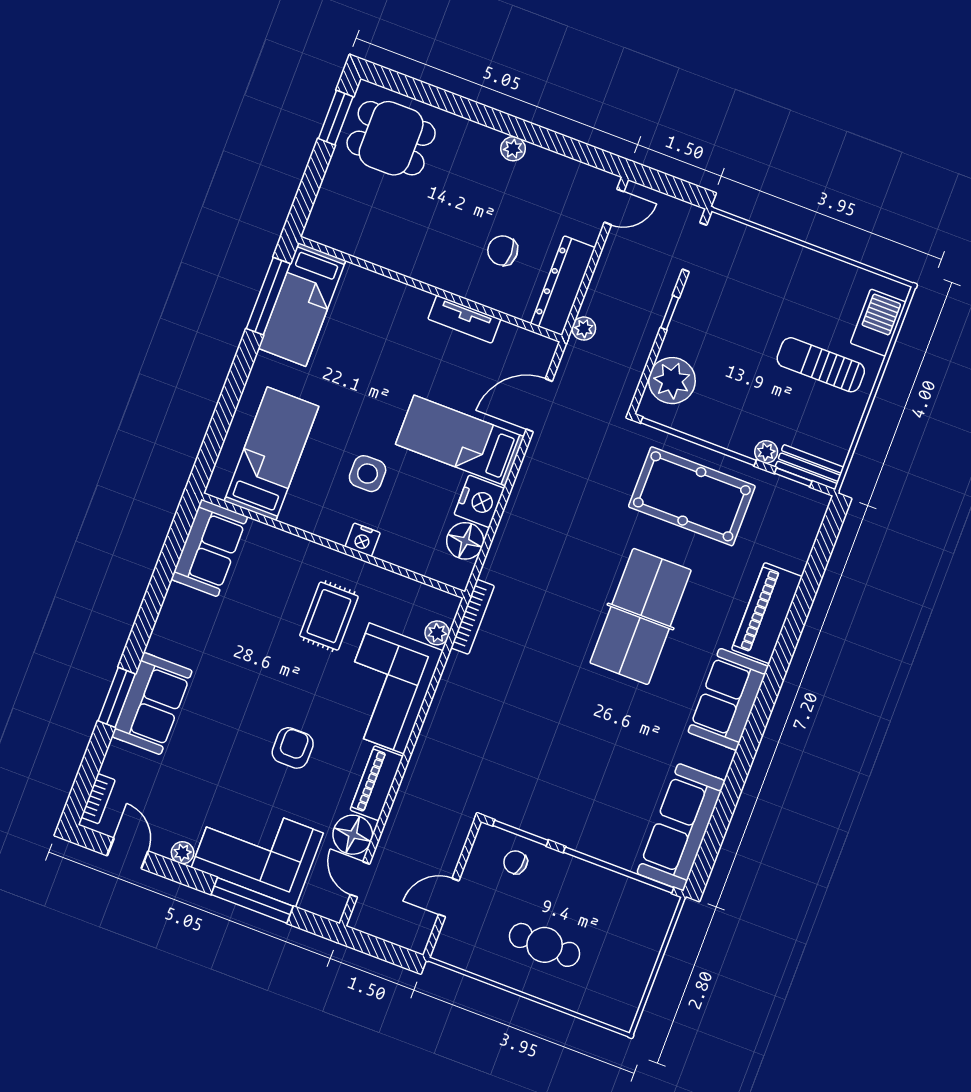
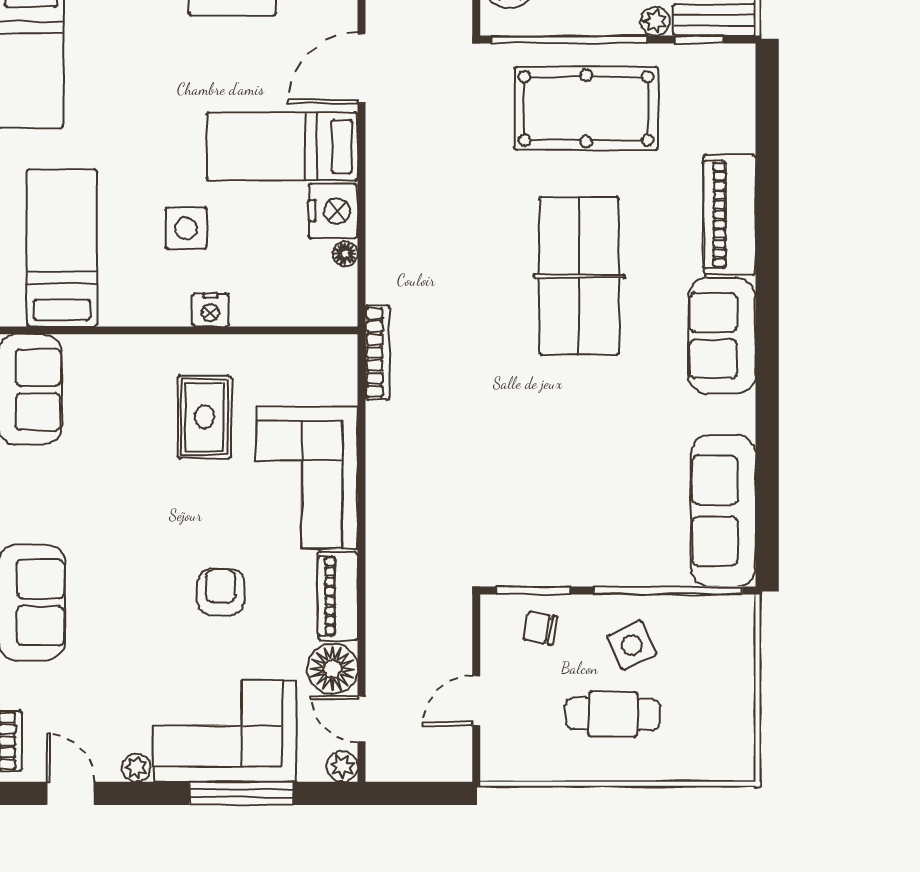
floor lamp: (465, 541) -> (345, 254), width x0.53, depth x0.53
plant: (437, 633) -> (342, 766), moved
side table: (577, 900) -> (632, 645), added

